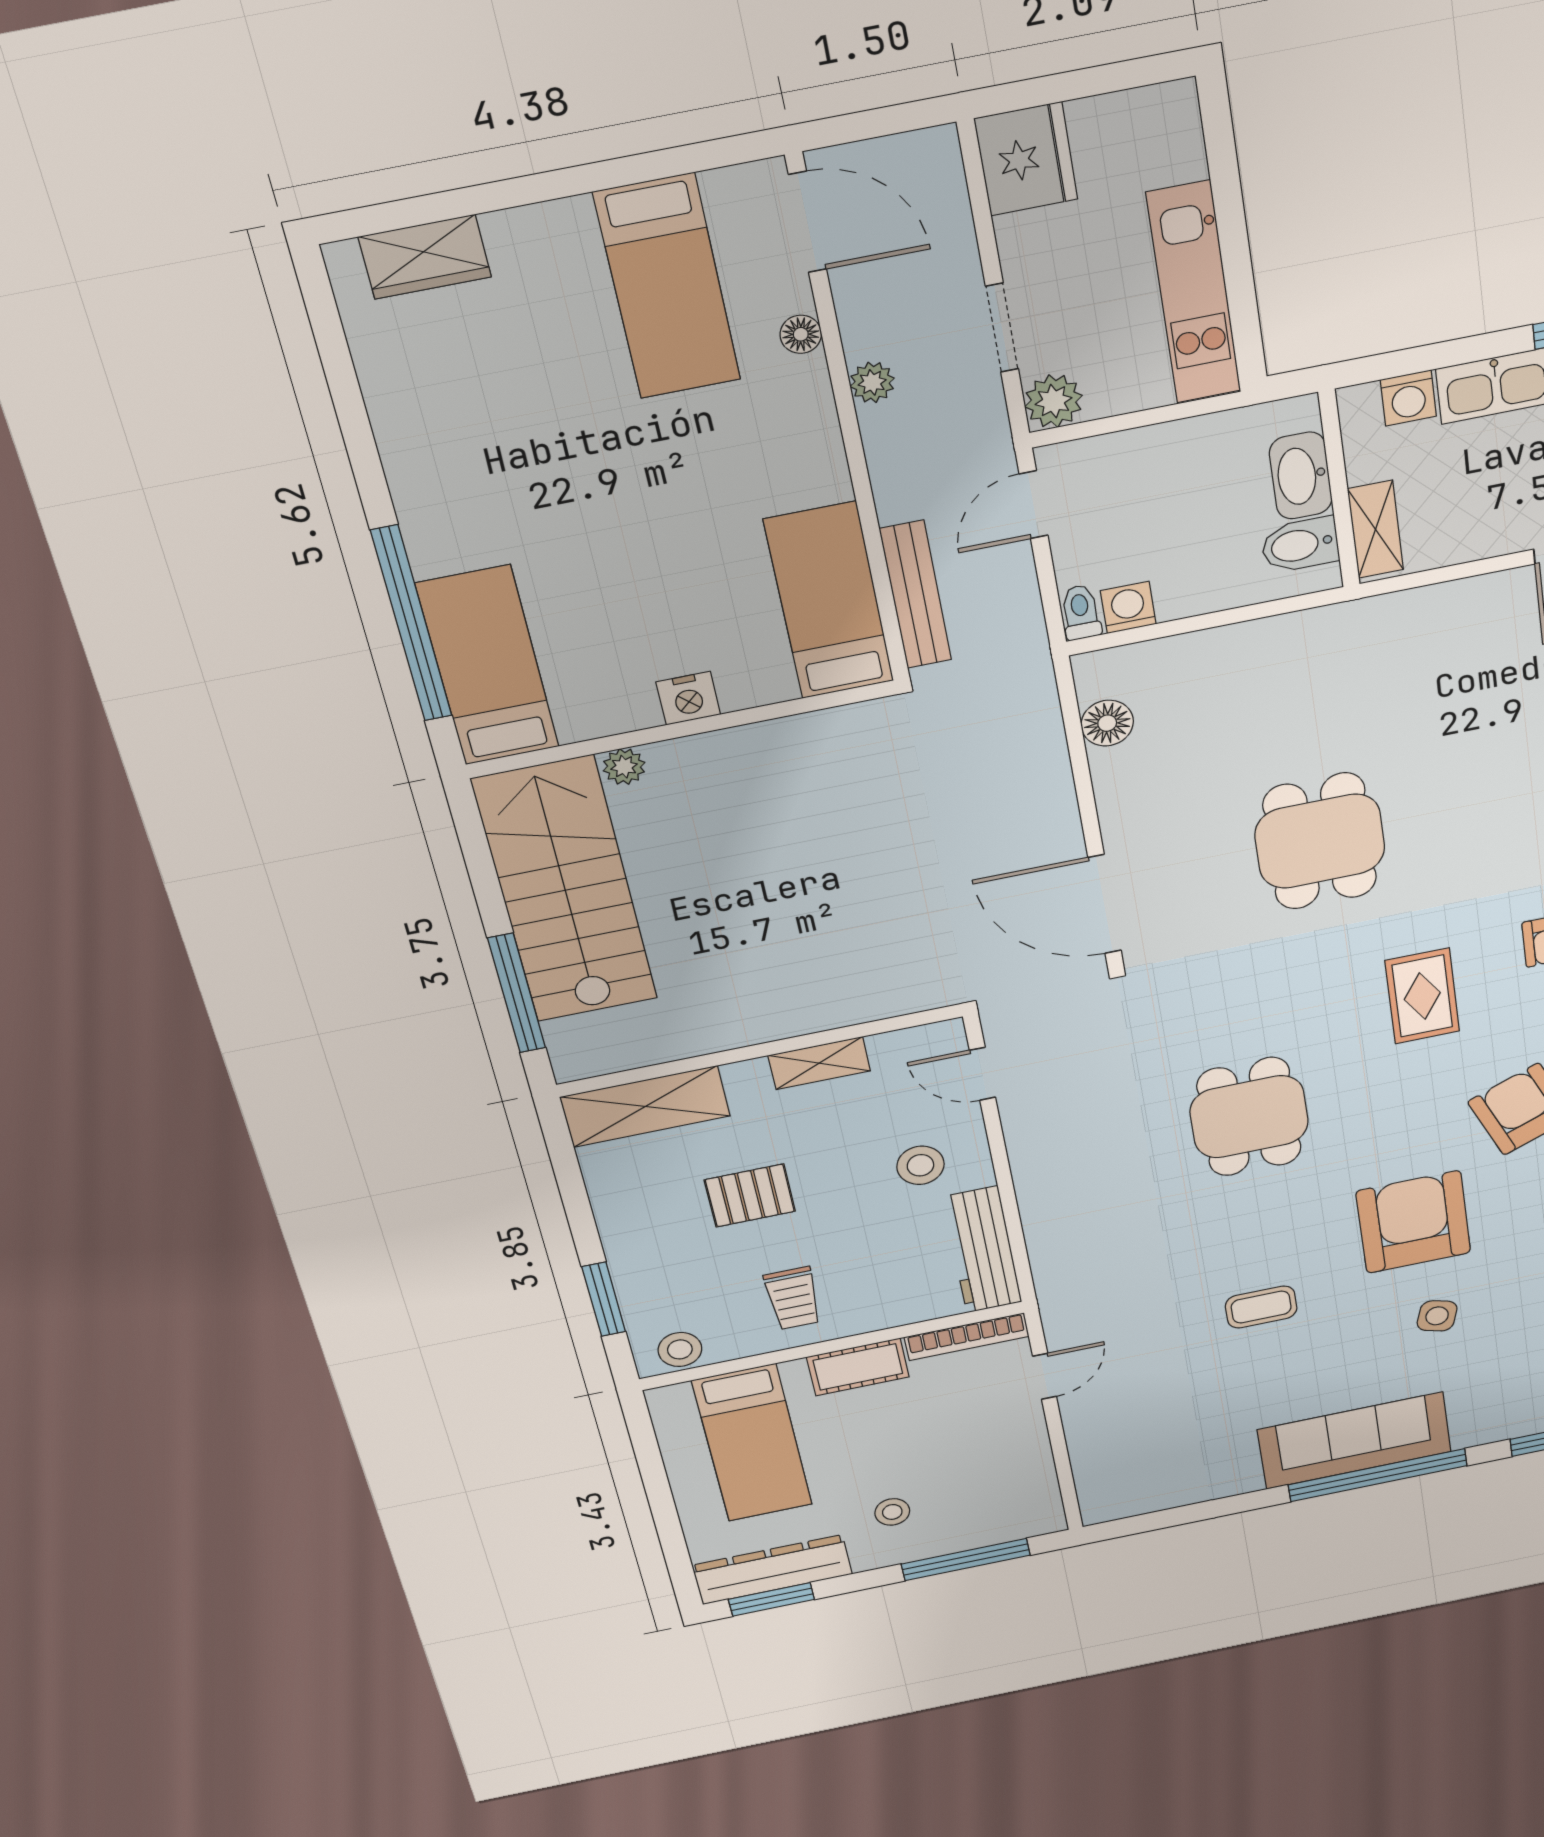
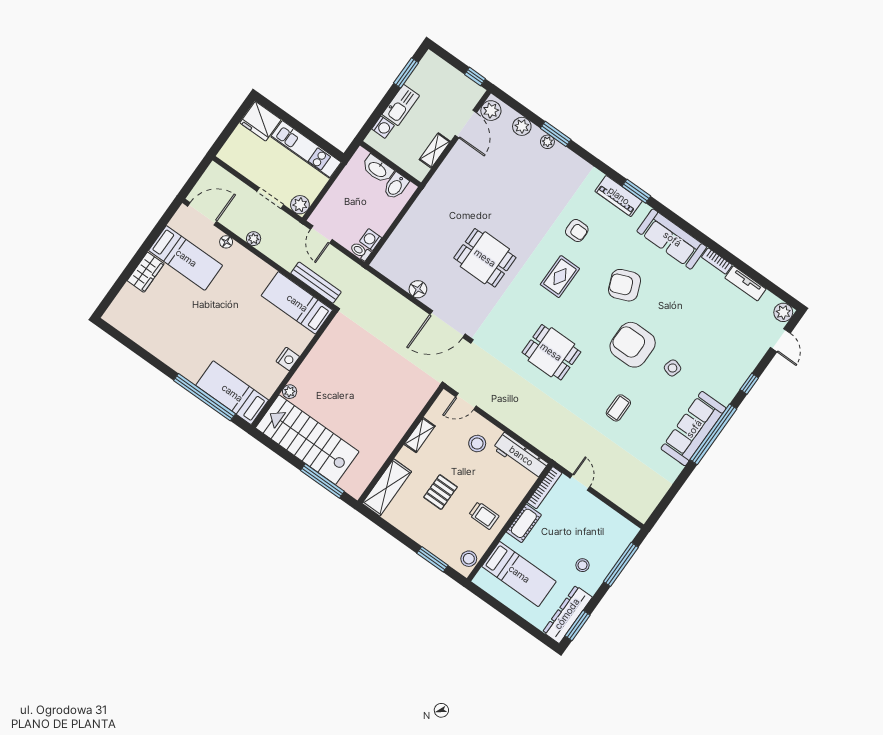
fridge: (1026, 159) -> (260, 121), moved, turned 180
wardrobe: (425, 257) -> (146, 272), moved
shelving: (1376, 529) -> (435, 150), moved, turned 90
floor lamp: (1107, 723) -> (418, 289), moved
rug: (1422, 996) -> (560, 277), turned 90

